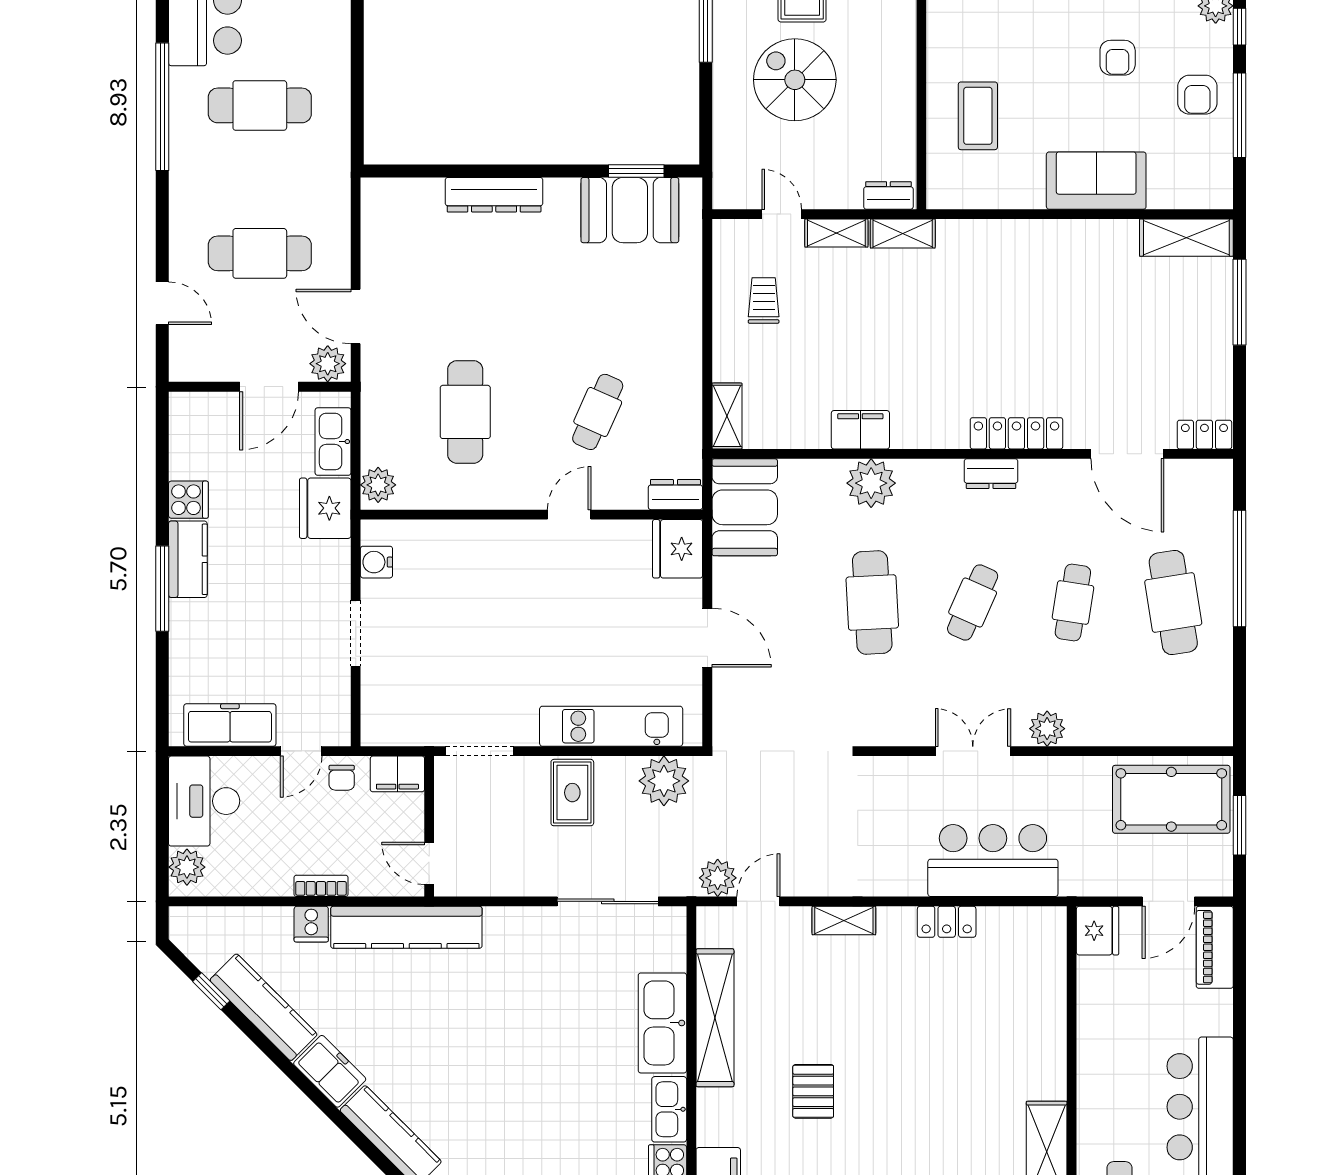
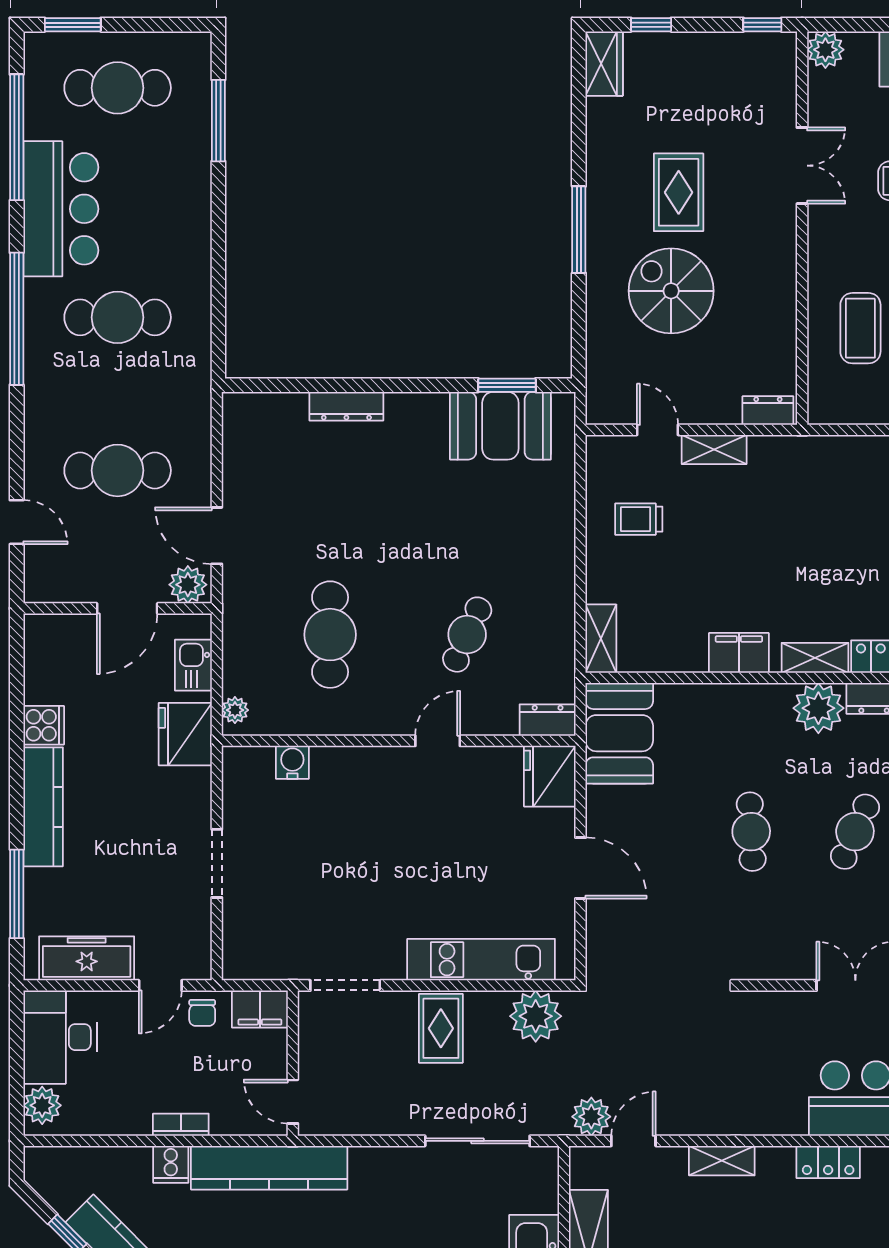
dresser: (494, 195) -> (346, 406), width x0.73, depth x0.80
shelving: (903, 233) -> (815, 658), moved
trolley: (764, 300) -> (639, 519), turned -90
kitchen sink: (333, 442) -> (193, 665), width x0.73
plant: (871, 483) -> (818, 708), moved
plant: (378, 485) -> (235, 710), width x0.73, depth x0.73
kitchen counter: (188, 559) -> (43, 807), width x1.50
water cooler: (376, 562) -> (292, 762), moved, turned 90
window: (162, 589) -> (17, 894), moved
cafe table: (872, 603) -> (751, 832), width x0.73, depth x0.74

